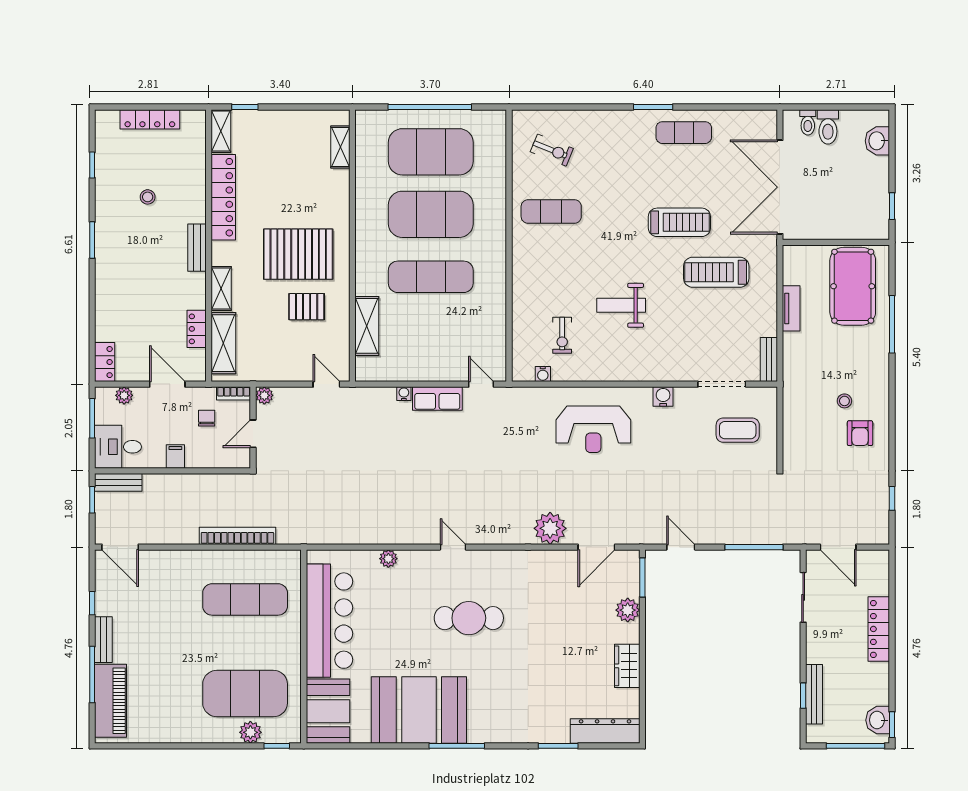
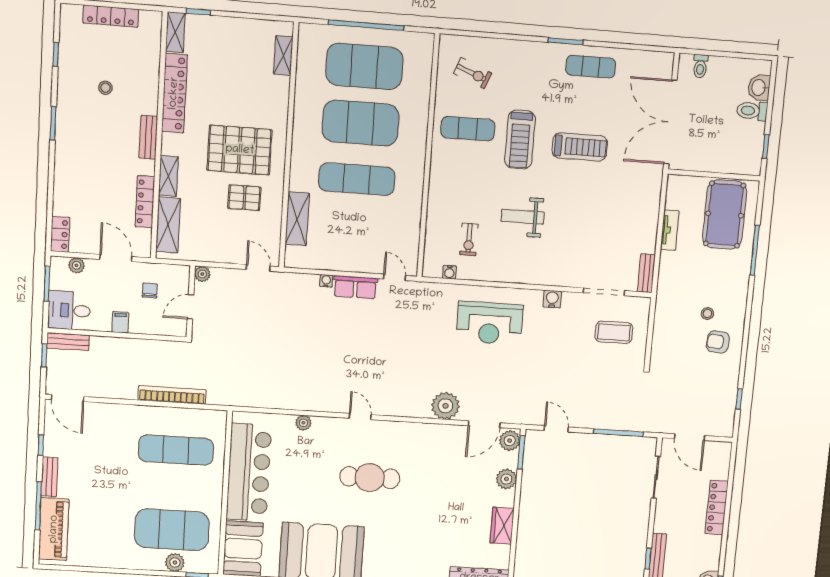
toilet: (828, 127) -> (752, 111), moved, turned 90
treadmill: (716, 272) -> (520, 140), moved, turned -90
locker: (197, 329) -> (145, 202), width x1.53
bookcase: (234, 393) -> (175, 270), removed
armchair: (860, 433) -> (718, 342), turned 95
plant: (628, 564) -> (510, 441), added

